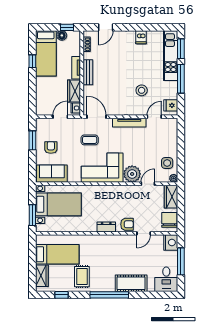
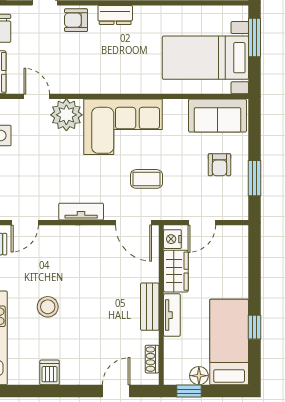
stool: (142, 90) -> (48, 307), moved
tv unit: (129, 123) -> (81, 212), width x0.71
door: (148, 184) -> (37, 96), swing flipped

